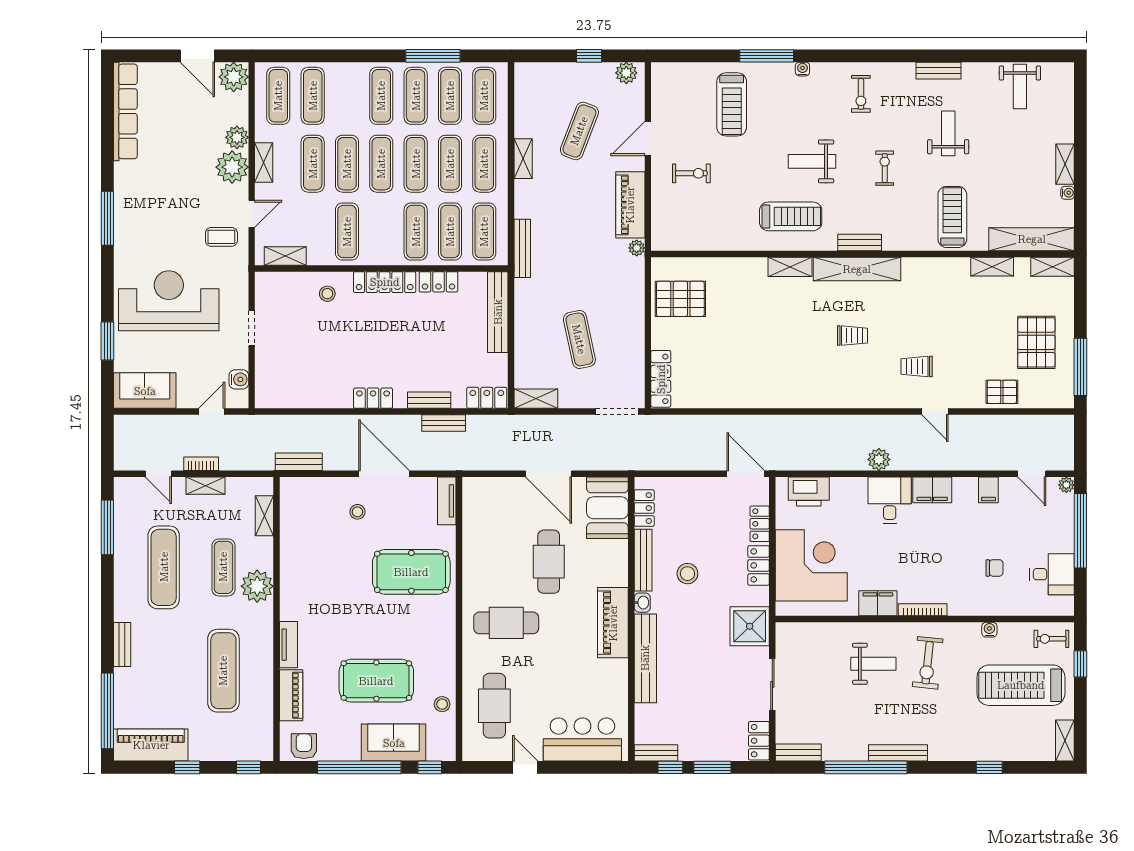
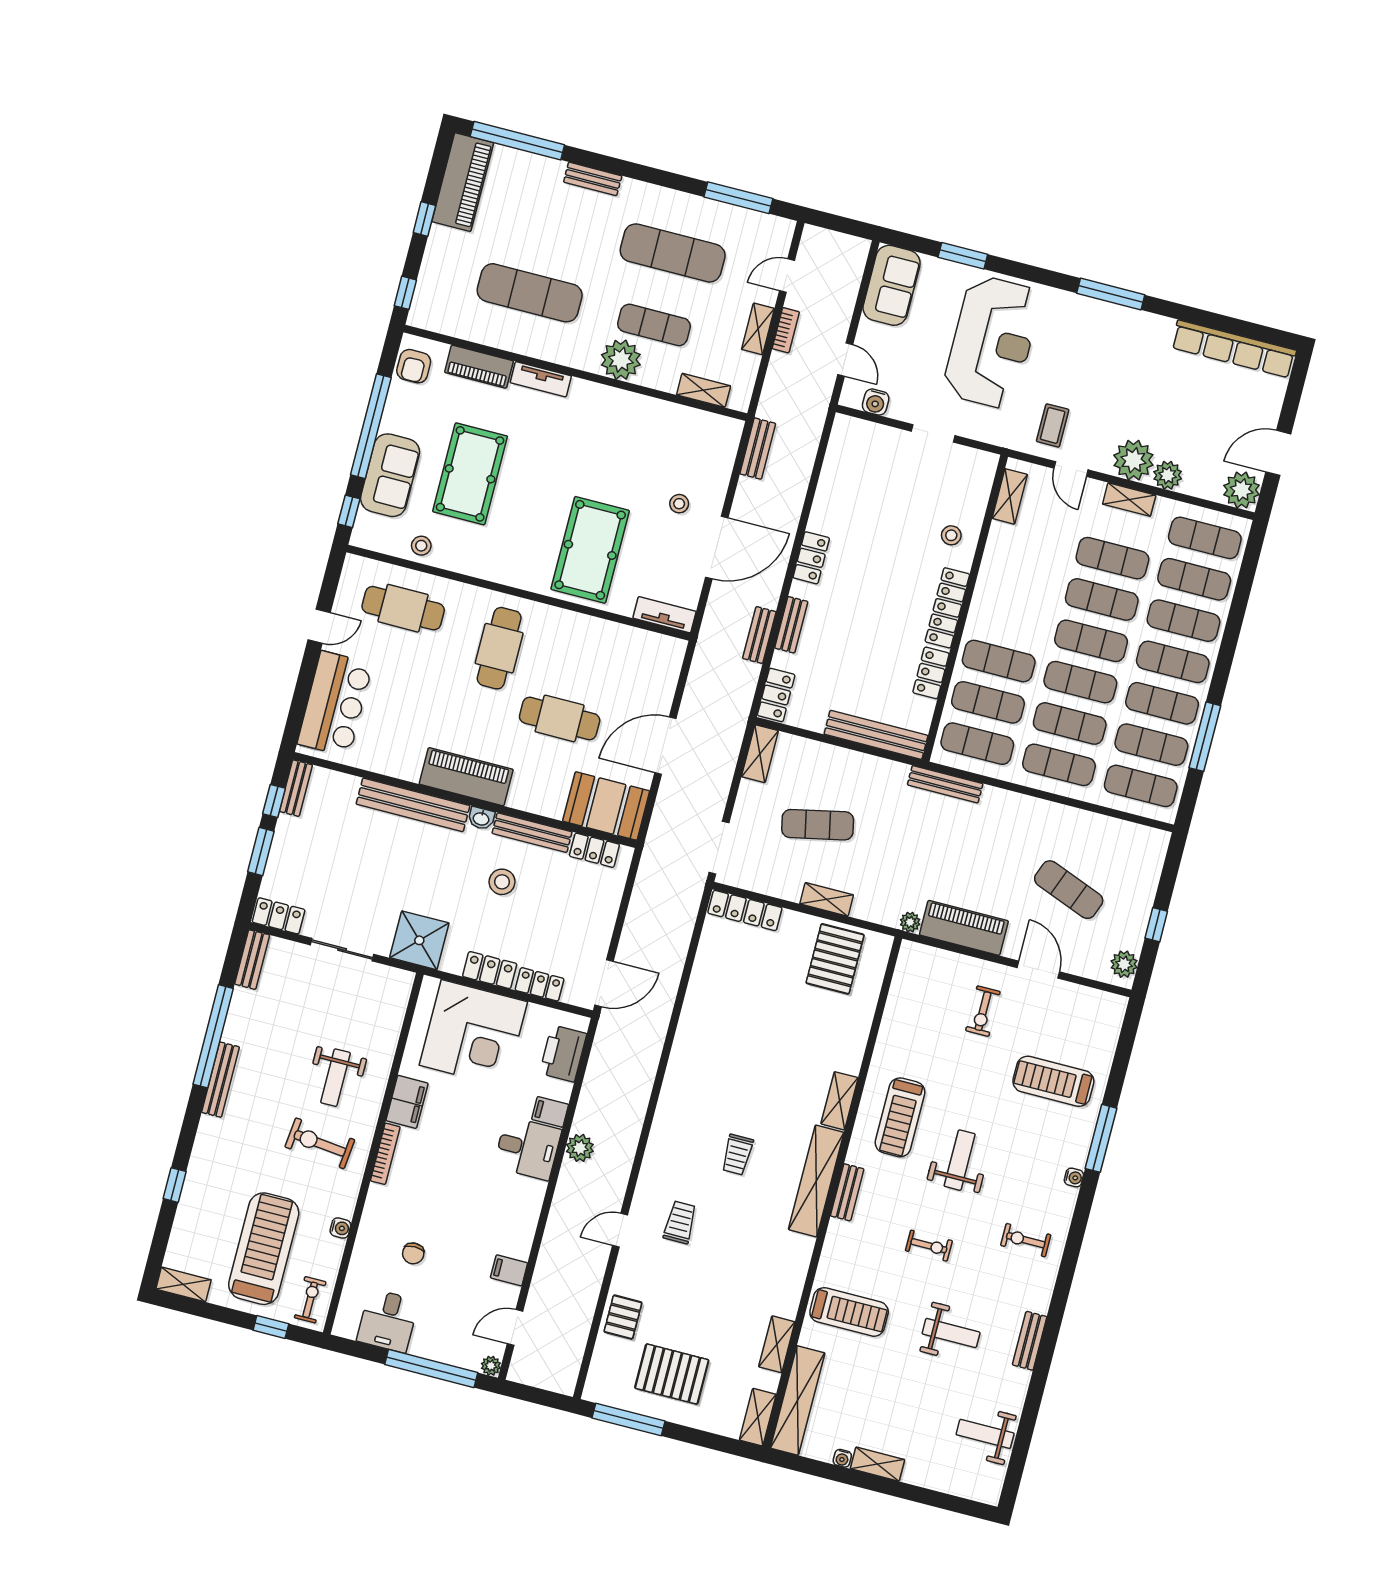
shelving: (523, 159) -> (827, 899), moved
exercise mat: (347, 232) -> (1183, 621), moved
filing cabinet: (932, 490) -> (550, 1112), moved, width x0.50
armchair: (304, 746) -> (414, 366), turned 90

